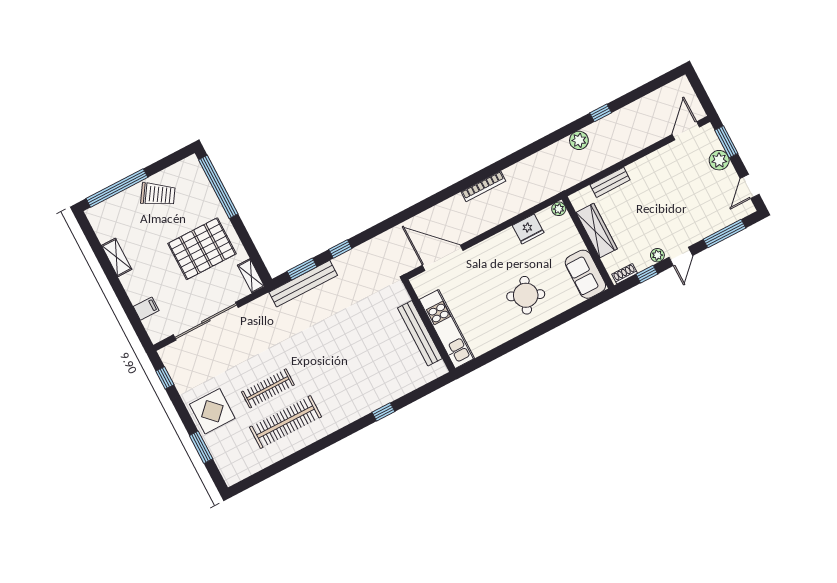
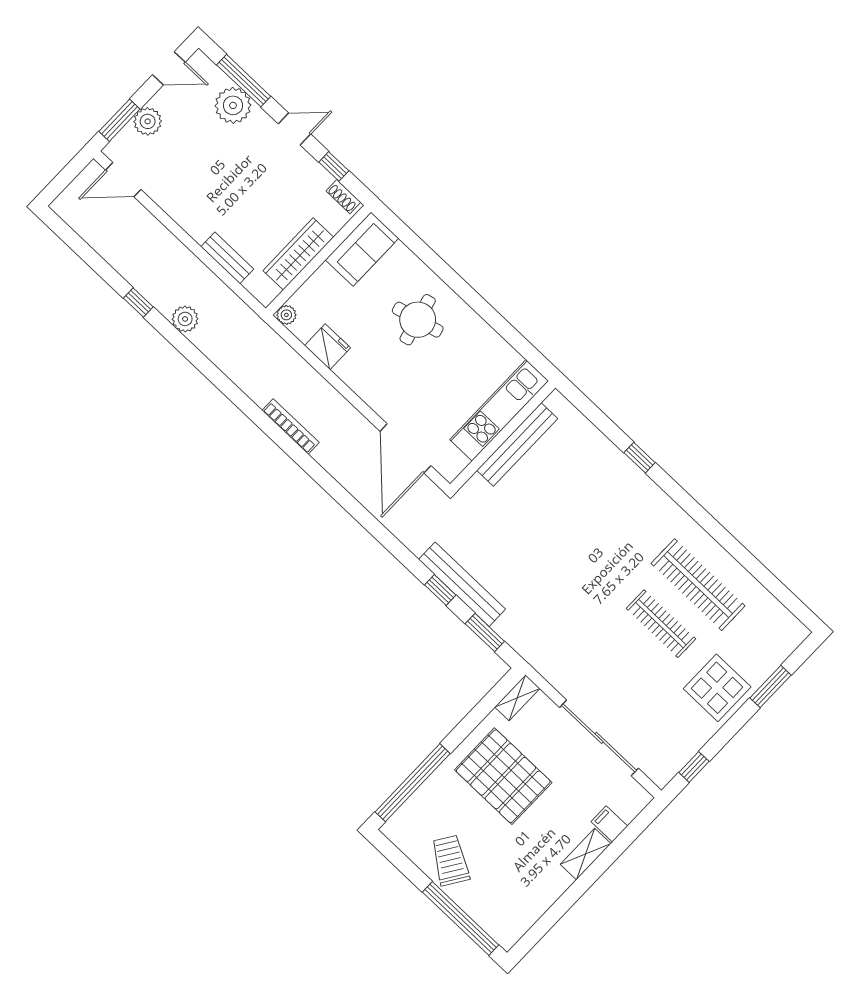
plant: (657, 255) -> (233, 105), moved, width x1.88, depth x1.88
shelving: (117, 257) -> (586, 854), moved
bench: (303, 284) -> (462, 584), moved
round table: (526, 295) -> (418, 320), turned -37

